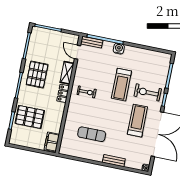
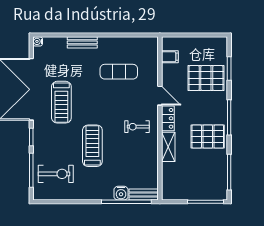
water cooler: (119, 49) -> (121, 193), moved
door: (77, 52) -> (160, 96), moved
pallet: (37, 75) -> (208, 137), turned 90
exercise bike: (148, 92) -> (56, 174), moved
filing cabinet: (52, 142) -> (170, 57), width x0.50

